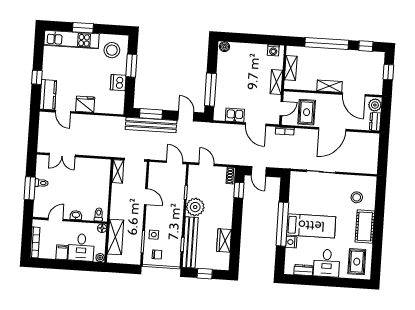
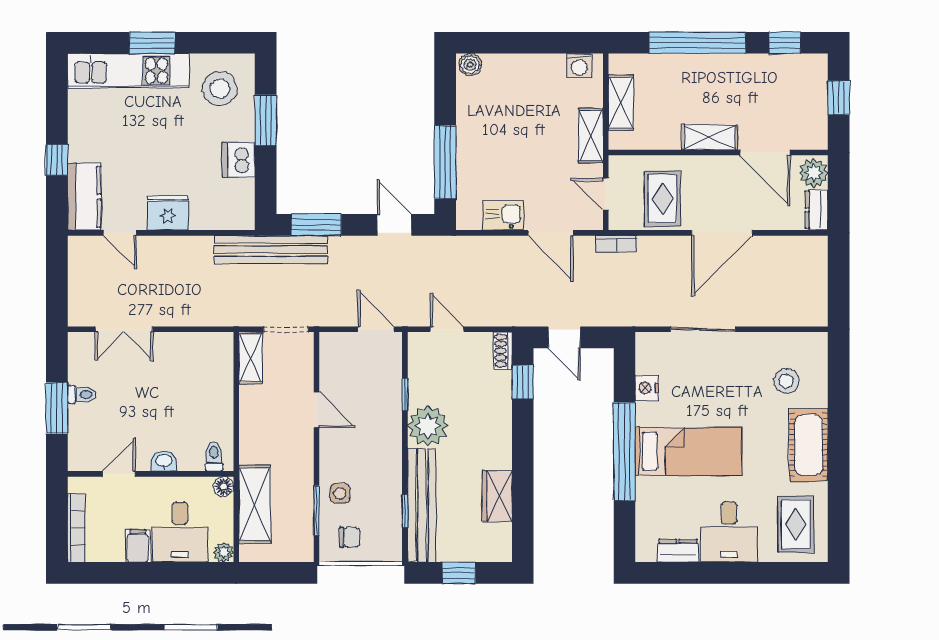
door: (281, 108) -> (606, 194), swing flipped
bench: (151, 125) -> (271, 250), moved
nightstand: (291, 242) -> (647, 388), moved

